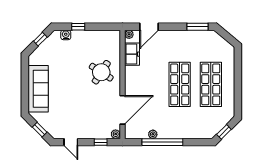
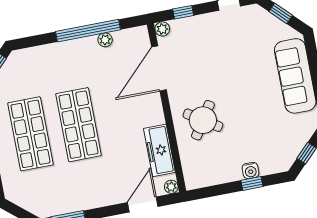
water cooler: (66, 35) -> (251, 170), moved
freezer: (132, 54) -> (159, 150), width x1.40

